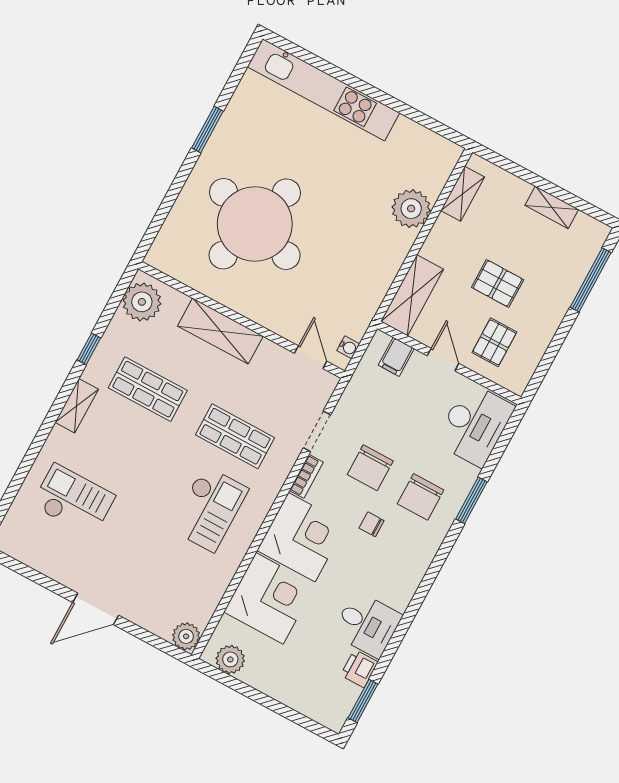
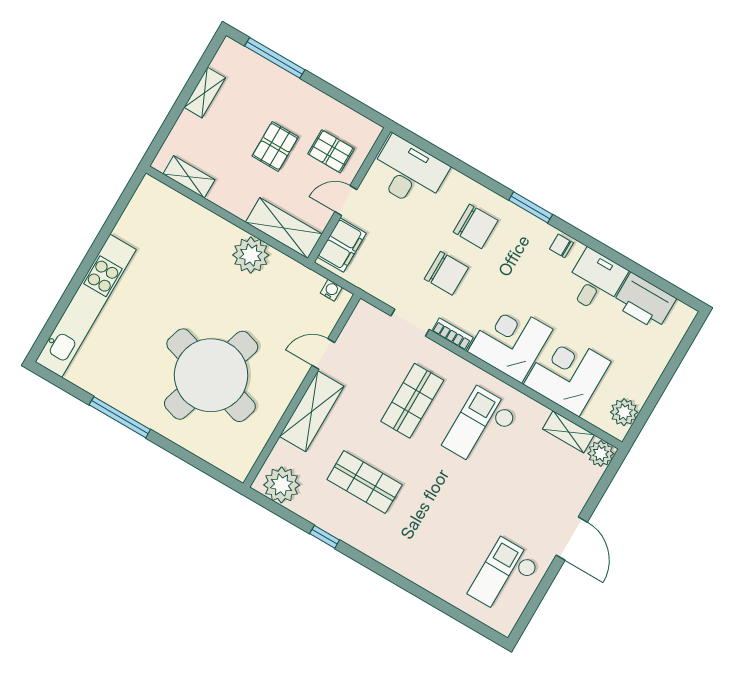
window: (207, 129) -> (120, 417), width x1.44
plant: (411, 209) -> (251, 255), moved
door: (311, 357) -> (323, 354), moved
filing cabinet: (396, 357) -> (342, 245), width x2.00
shop shelf: (148, 389) -> (365, 482), turned 90
shelving: (77, 406) -> (568, 432), moved
checkout: (73, 500) -> (504, 577), moved
window: (471, 500) -> (531, 207), moved
checkout: (209, 509) -> (480, 428), turned -90
chair: (372, 524) -> (561, 246), moved, turned 90
printer: (359, 669) -> (644, 301), width x1.87, depth x1.48
window: (363, 701) -> (668, 287), removed

